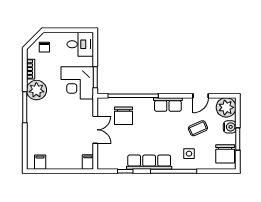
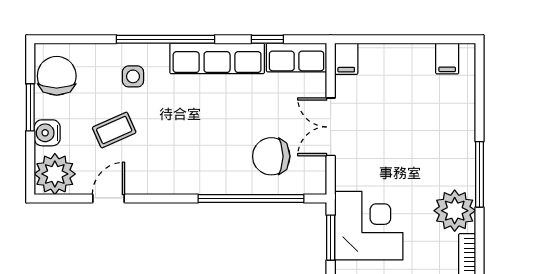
row of seats: (168, 104) -> (297, 58), moved, turned 180
chair: (123, 116) -> (271, 156), turned -90

